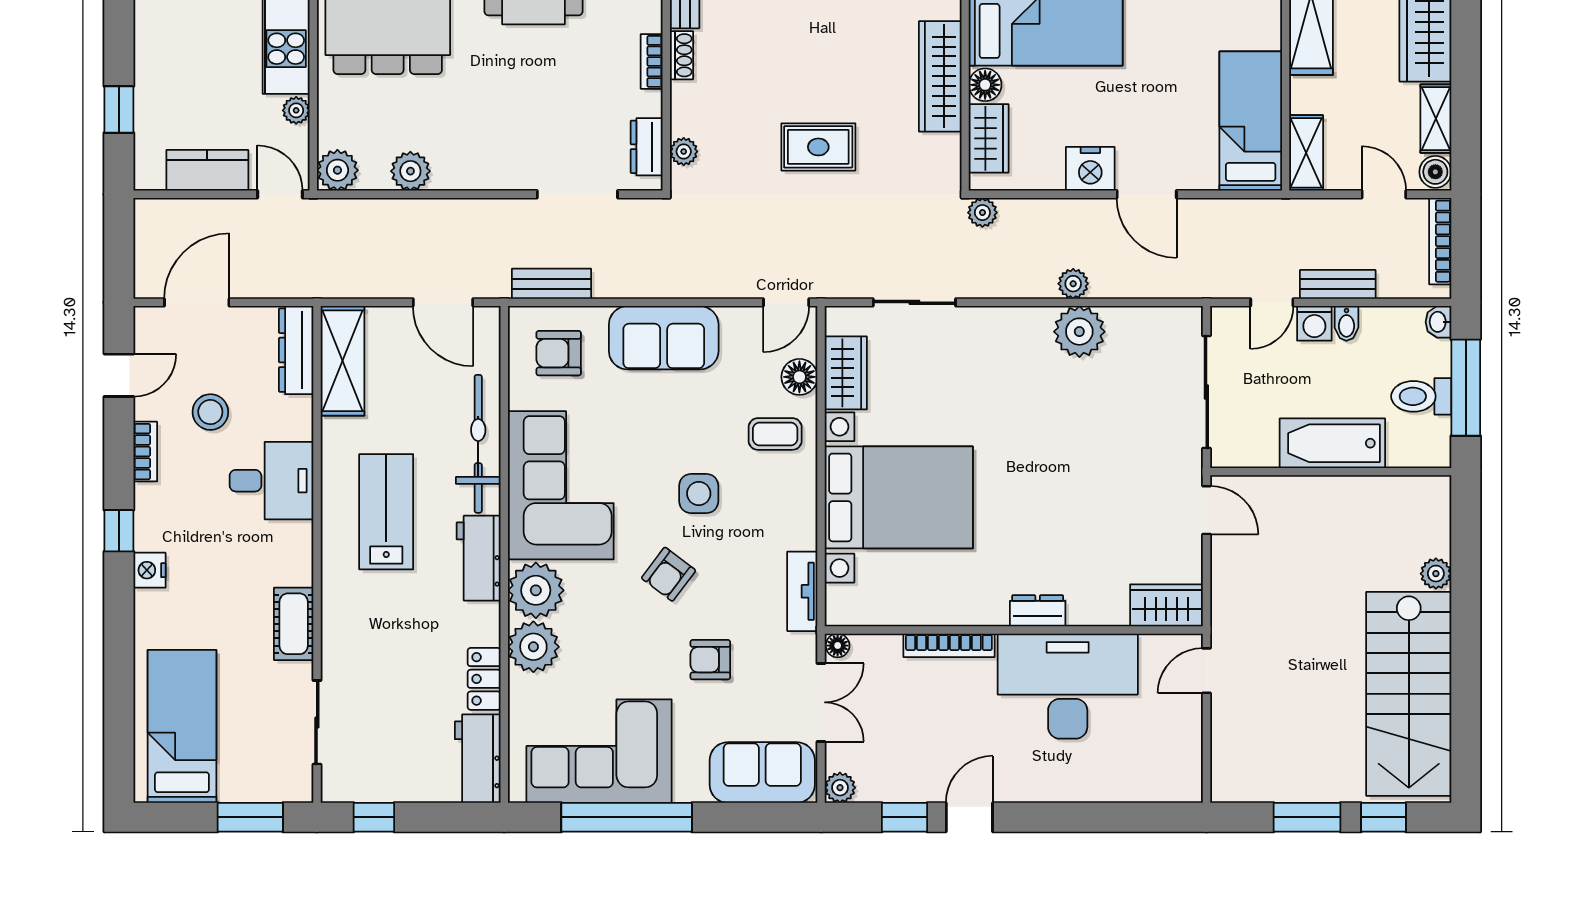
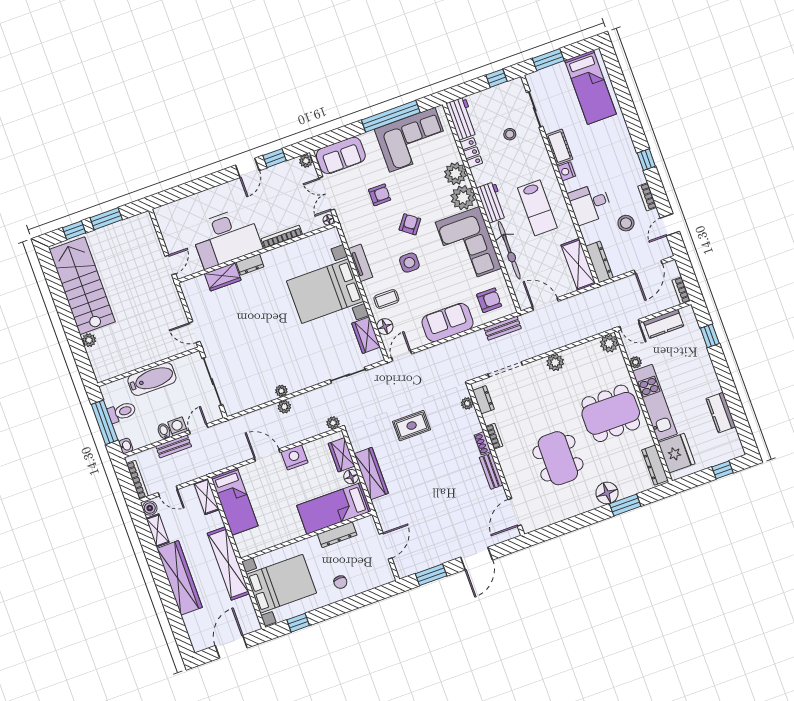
plant: (410, 171) -> (555, 362), moved
bookcase: (145, 227) -> (681, 291), added
plant: (1079, 332) -> (281, 391), width x0.53, depth x0.53
nightstand: (149, 570) -> (566, 171), moved, turned 180
tv unit: (802, 591) -> (361, 263), moved
wardrobe: (1166, 605) -> (223, 277), moved
stool: (388, 689) -> (510, 134), added

